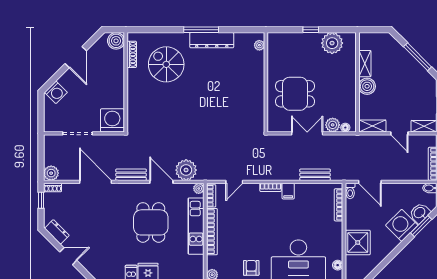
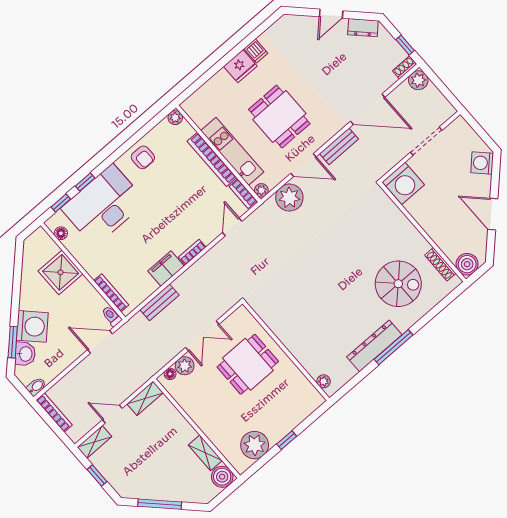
boiler: (367, 86) -> (222, 477), moved
filing cabinet: (288, 191) -> (166, 269), width x2.00

